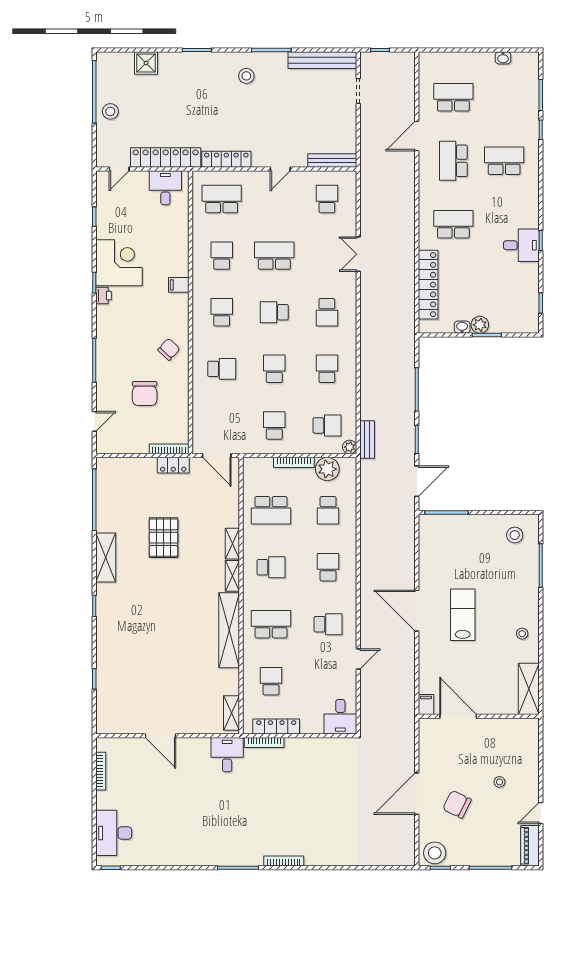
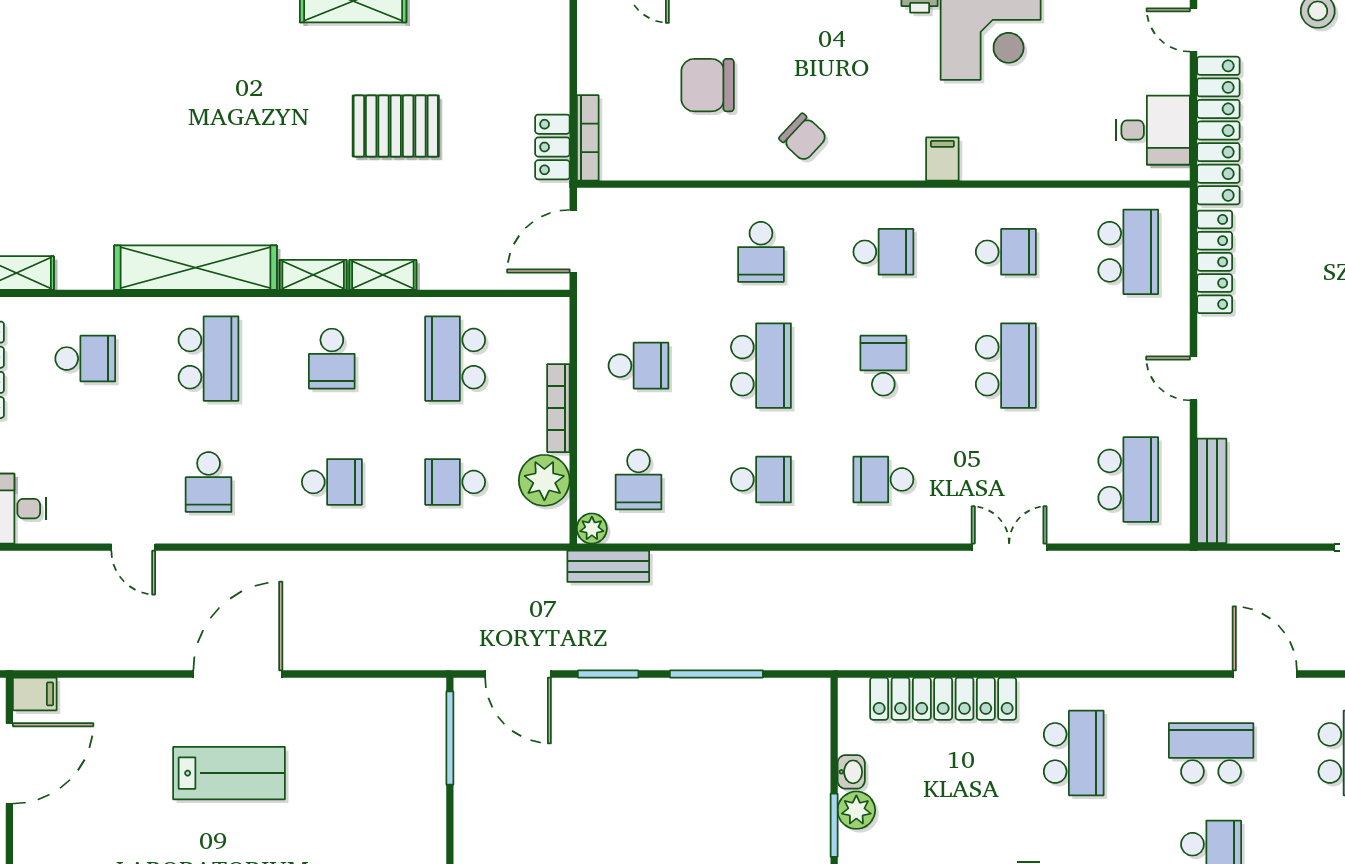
school desk: (327, 199) -> (1128, 479), width x1.85
school desk: (274, 369) -> (761, 366), width x1.85

